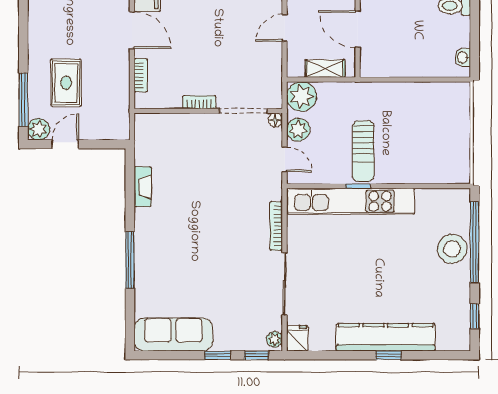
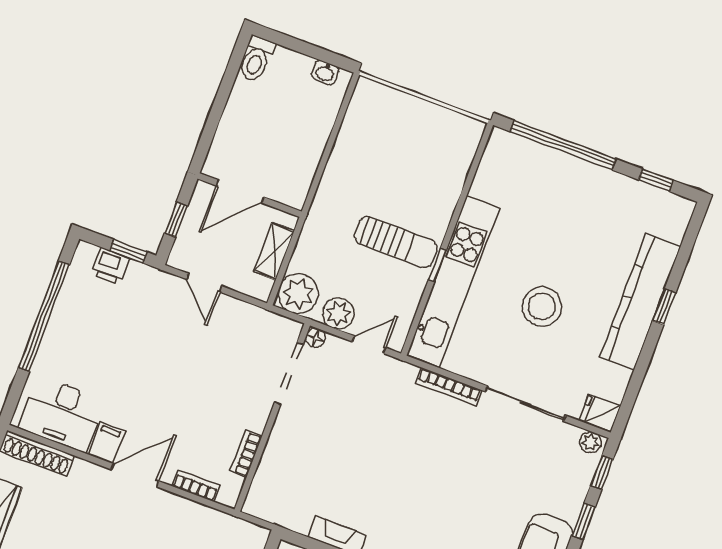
bookcase: (199, 102) -> (246, 454), moved
stool: (452, 249) -> (542, 307), moved

